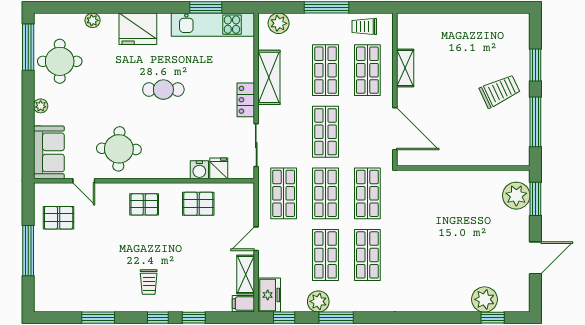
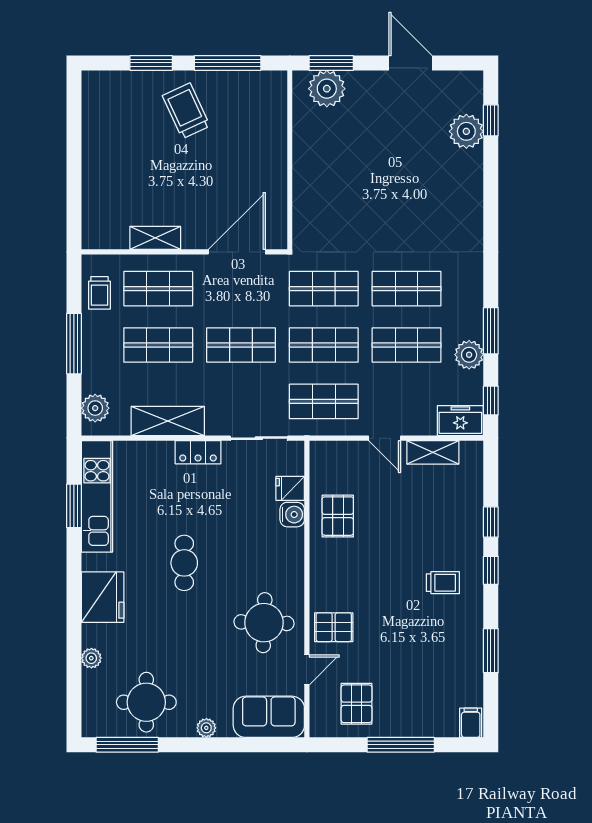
pallet: (144, 204) -> (334, 627), moved, turned 90
filing cabinet: (243, 304) -> (471, 723), moved, turned 180

